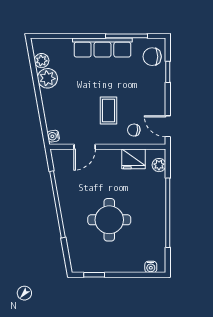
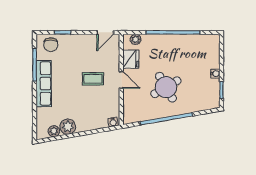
chair: (134, 130) -> (108, 59), removed
door: (85, 147) -> (121, 80), moved
round table: (109, 220) -> (166, 87), moved, turned -30
water cooler: (151, 267) -> (215, 74), moved

